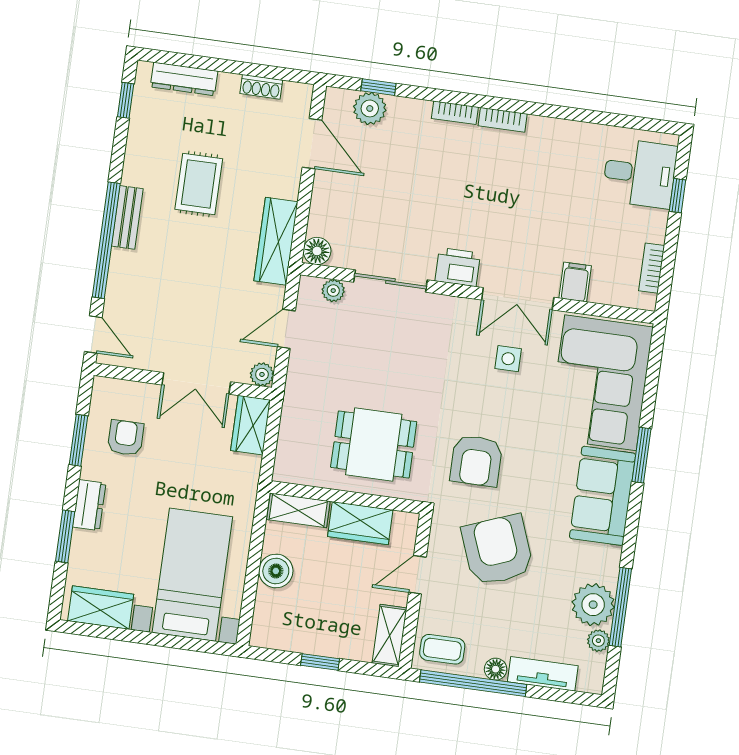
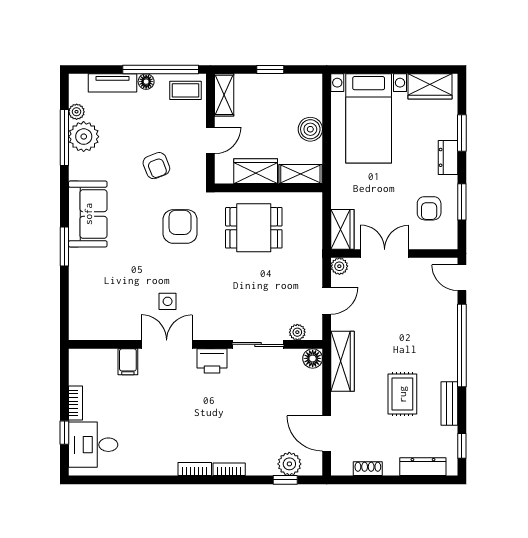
bench: (127, 217) -> (449, 403), moved
bookcase: (652, 268) -> (75, 403), moved
corner sofa: (600, 383) -> (100, 293), removed
armchair: (497, 550) -> (156, 166), width x0.53, depth x0.53

